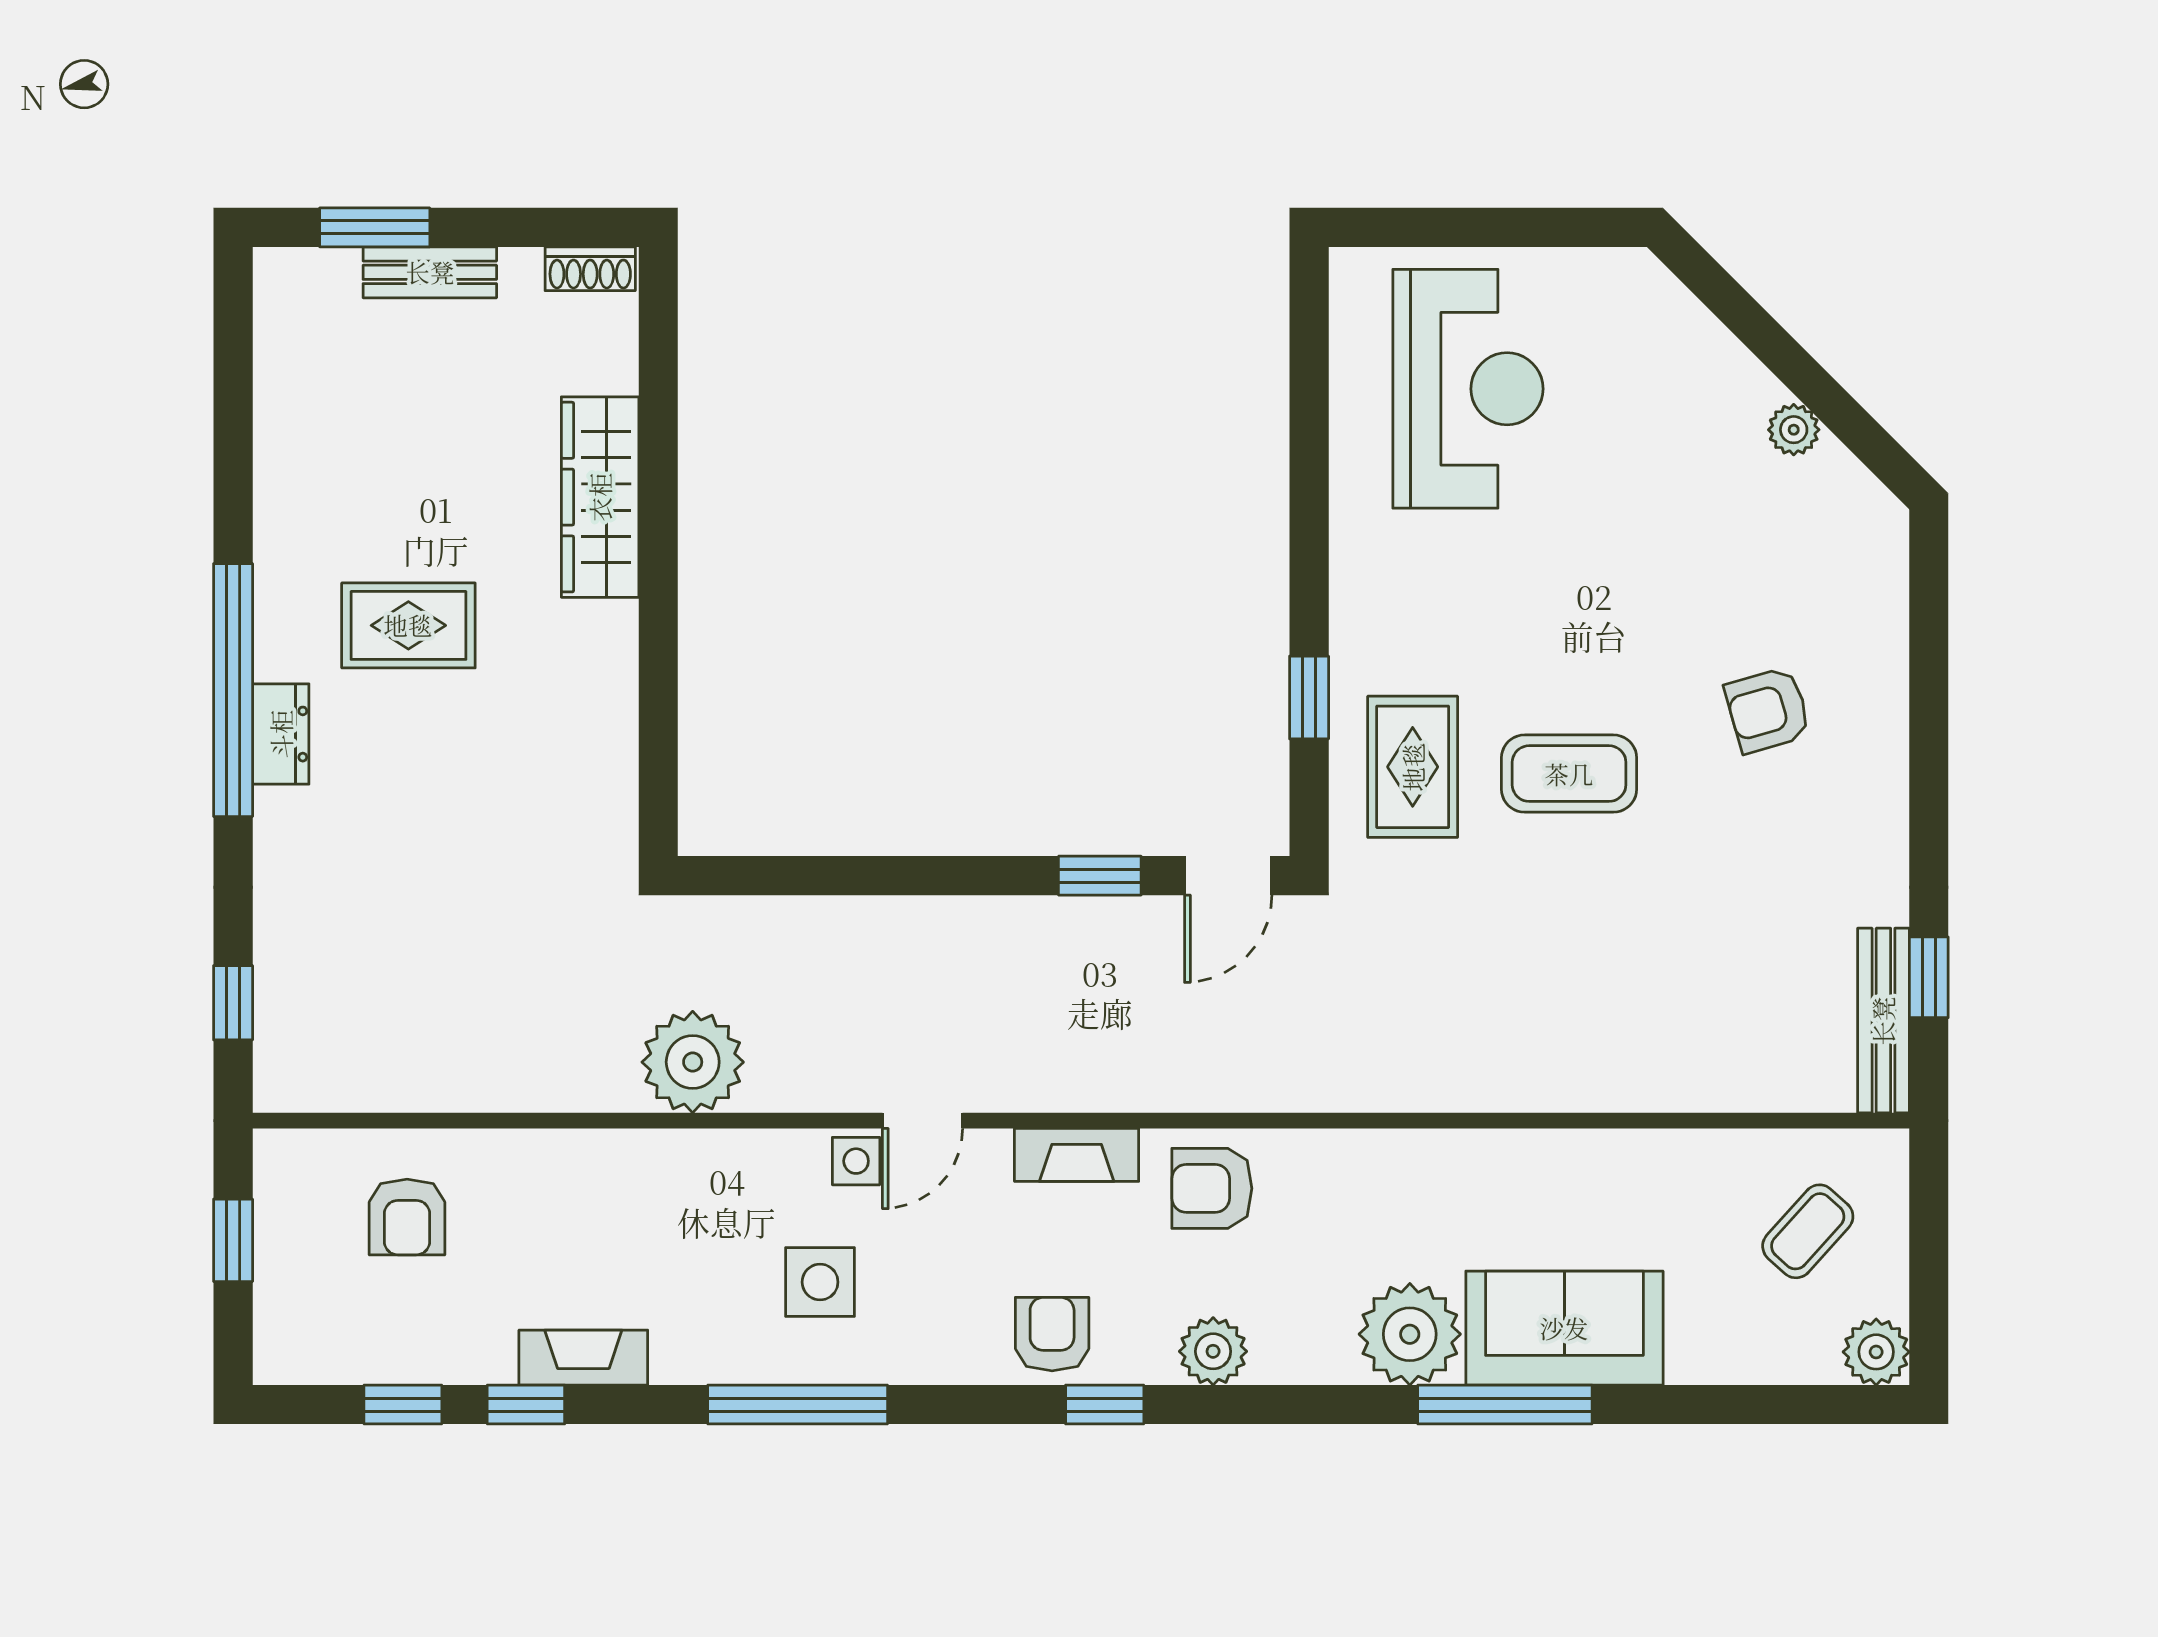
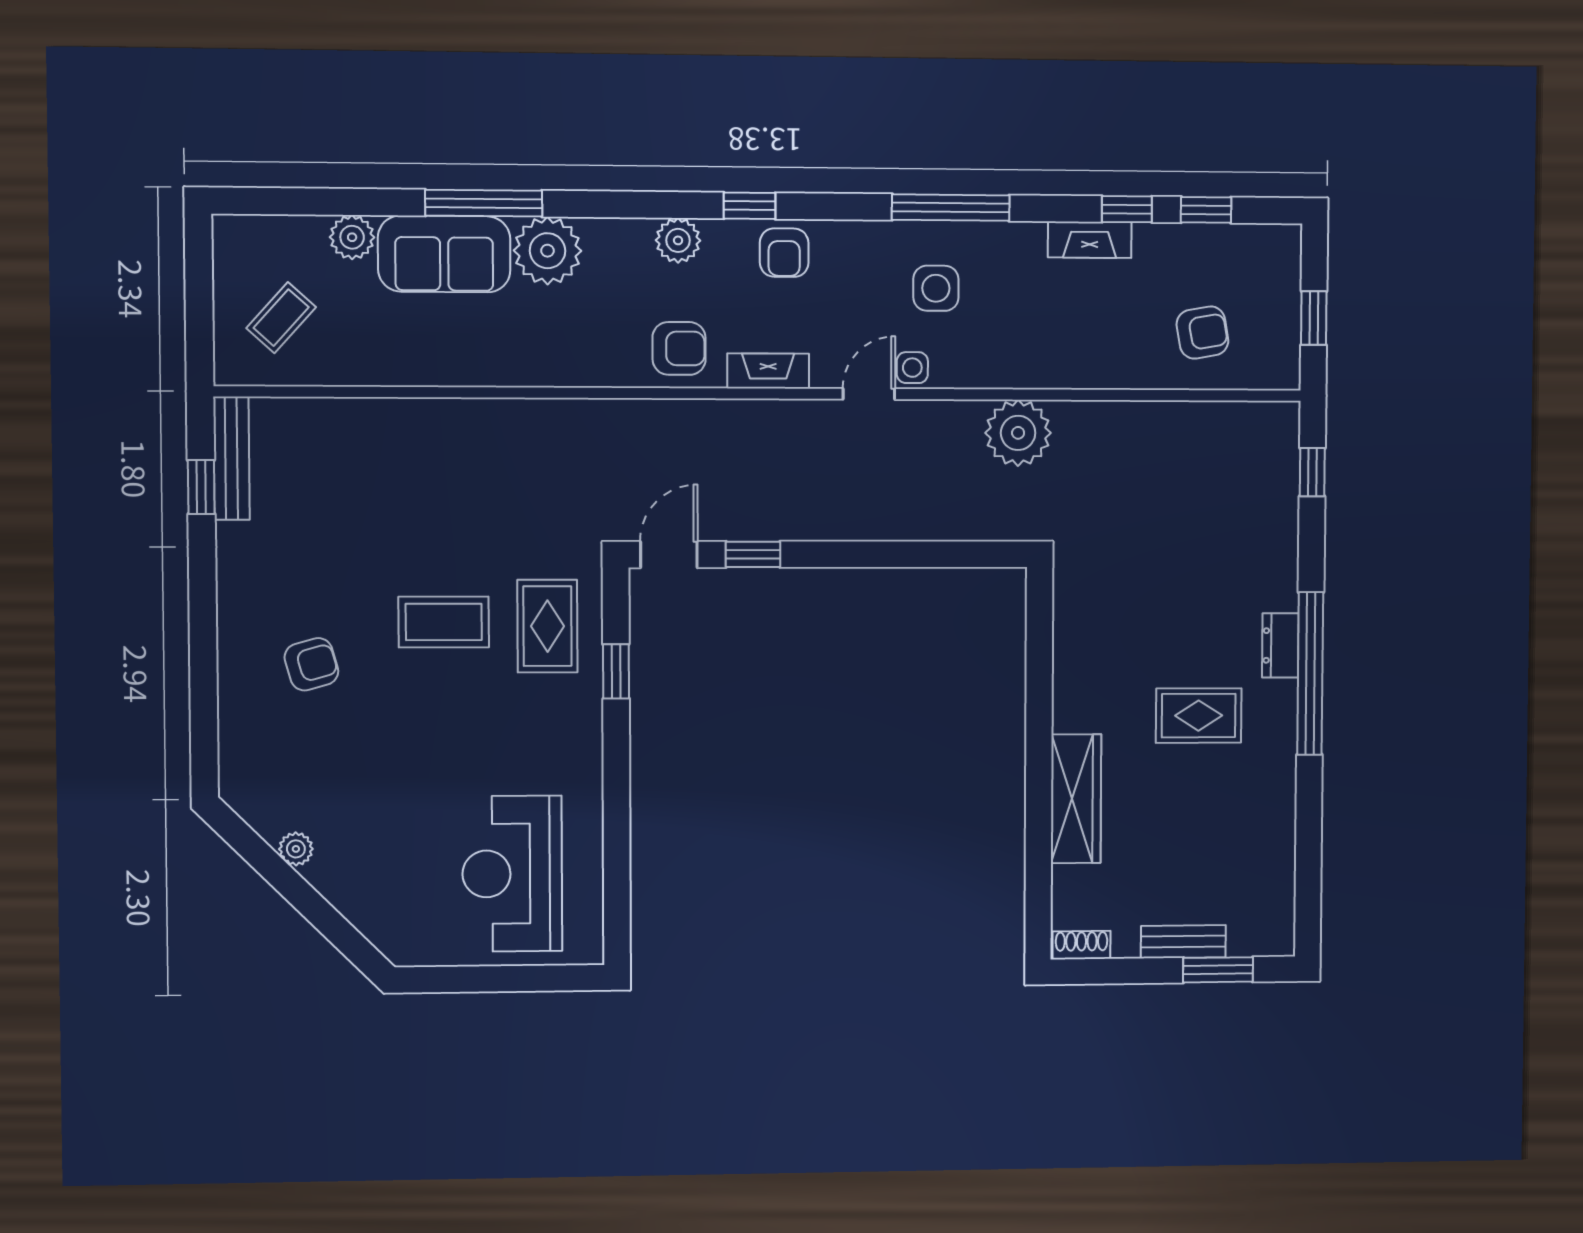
armchair: (407, 1217) -> (1202, 333), turned 80
plant: (1876, 1352) -> (352, 237), moved

